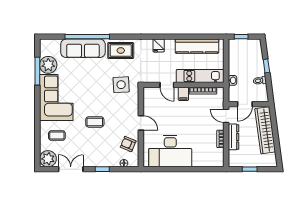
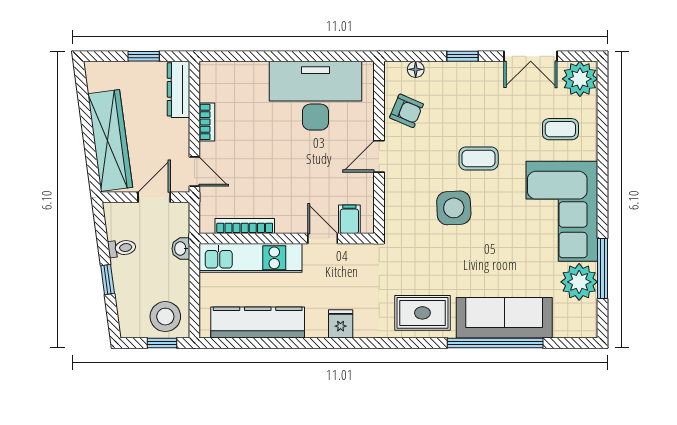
stool: (240, 49) -> (165, 317), added
side table: (121, 85) -> (454, 208), moved
filing cabinet: (183, 94) -> (349, 219), moved
door: (141, 123) -> (379, 156), hinge flipped
dresser: (234, 137) -> (178, 89), moved

